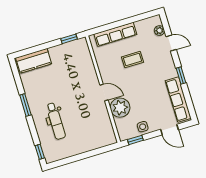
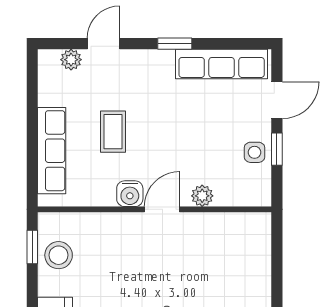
stool: (69, 52) -> (59, 255), added
water cooler: (107, 76) -> (130, 194), added
plant: (120, 108) -> (202, 196), width x0.53, depth x0.53
window: (135, 140) -> (277, 149), moved

